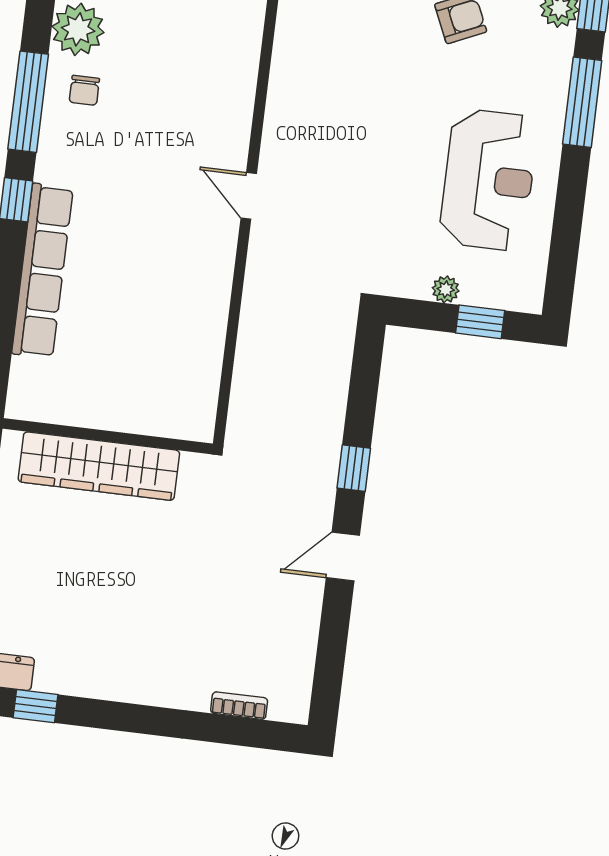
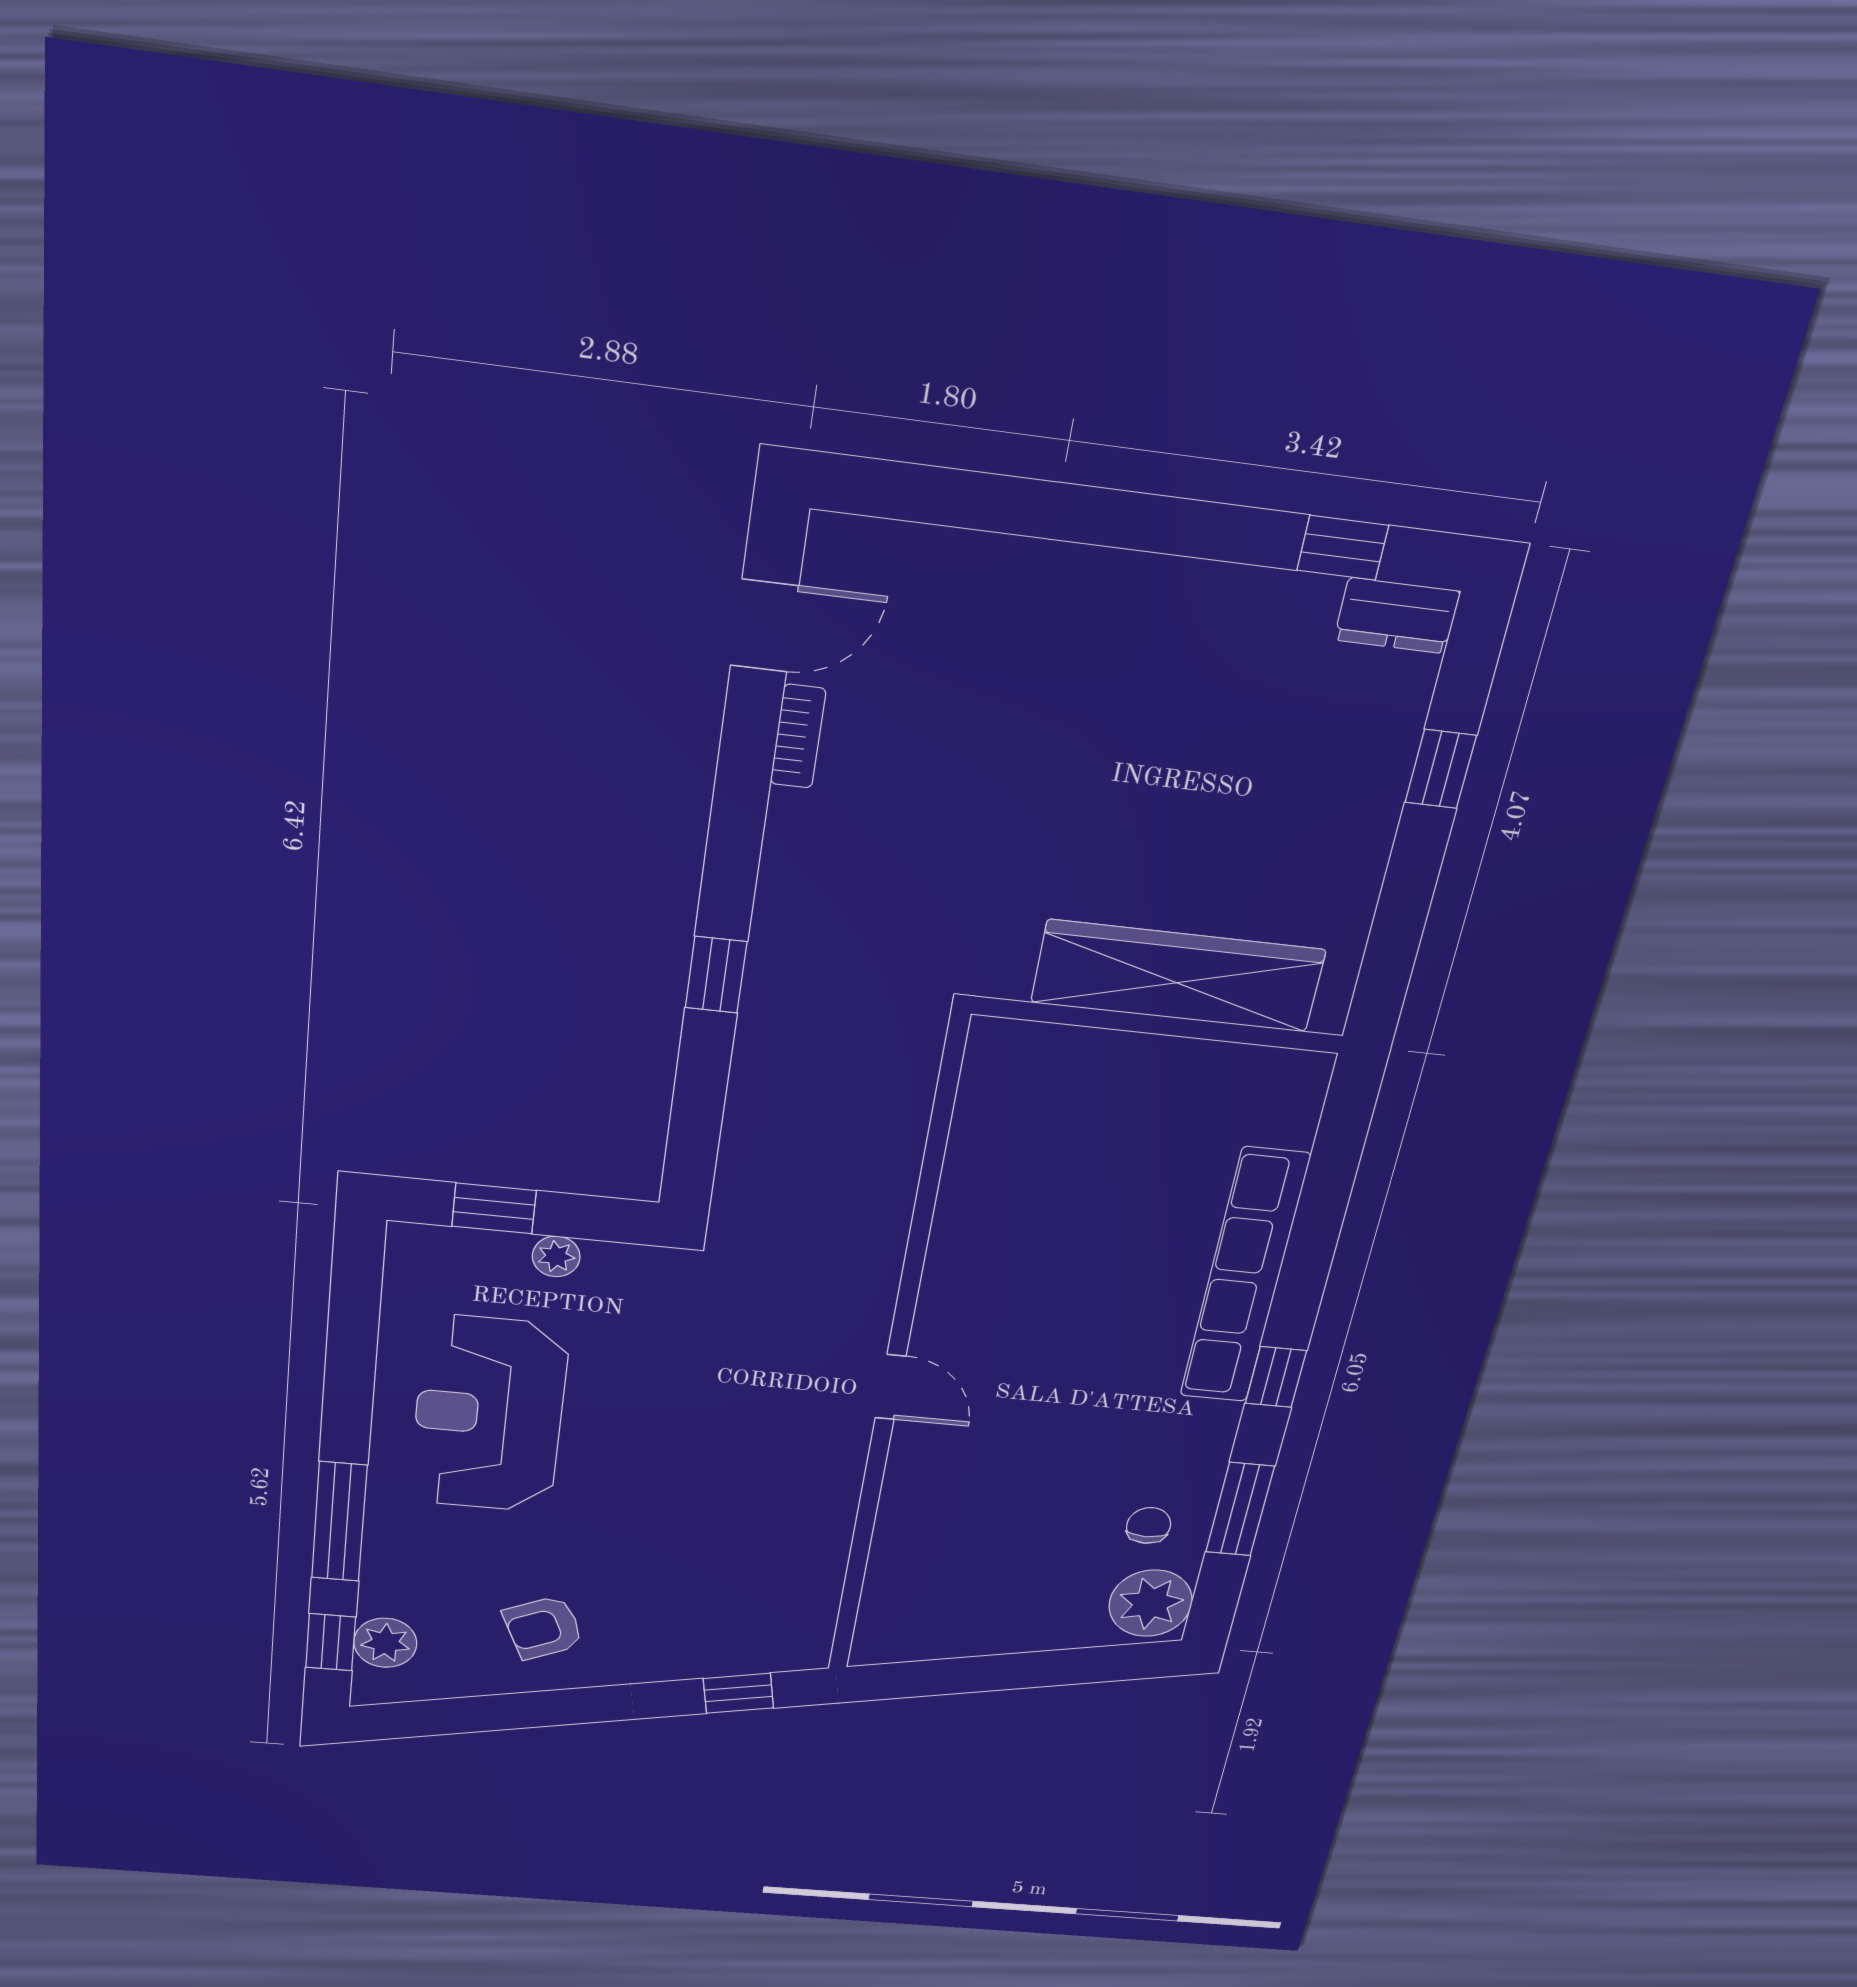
window: (28, 102) -> (1240, 1509), width x0.69
door: (343, 557) -> (764, 626), moved
bookcase: (239, 706) -> (798, 736), moved, turned -90

